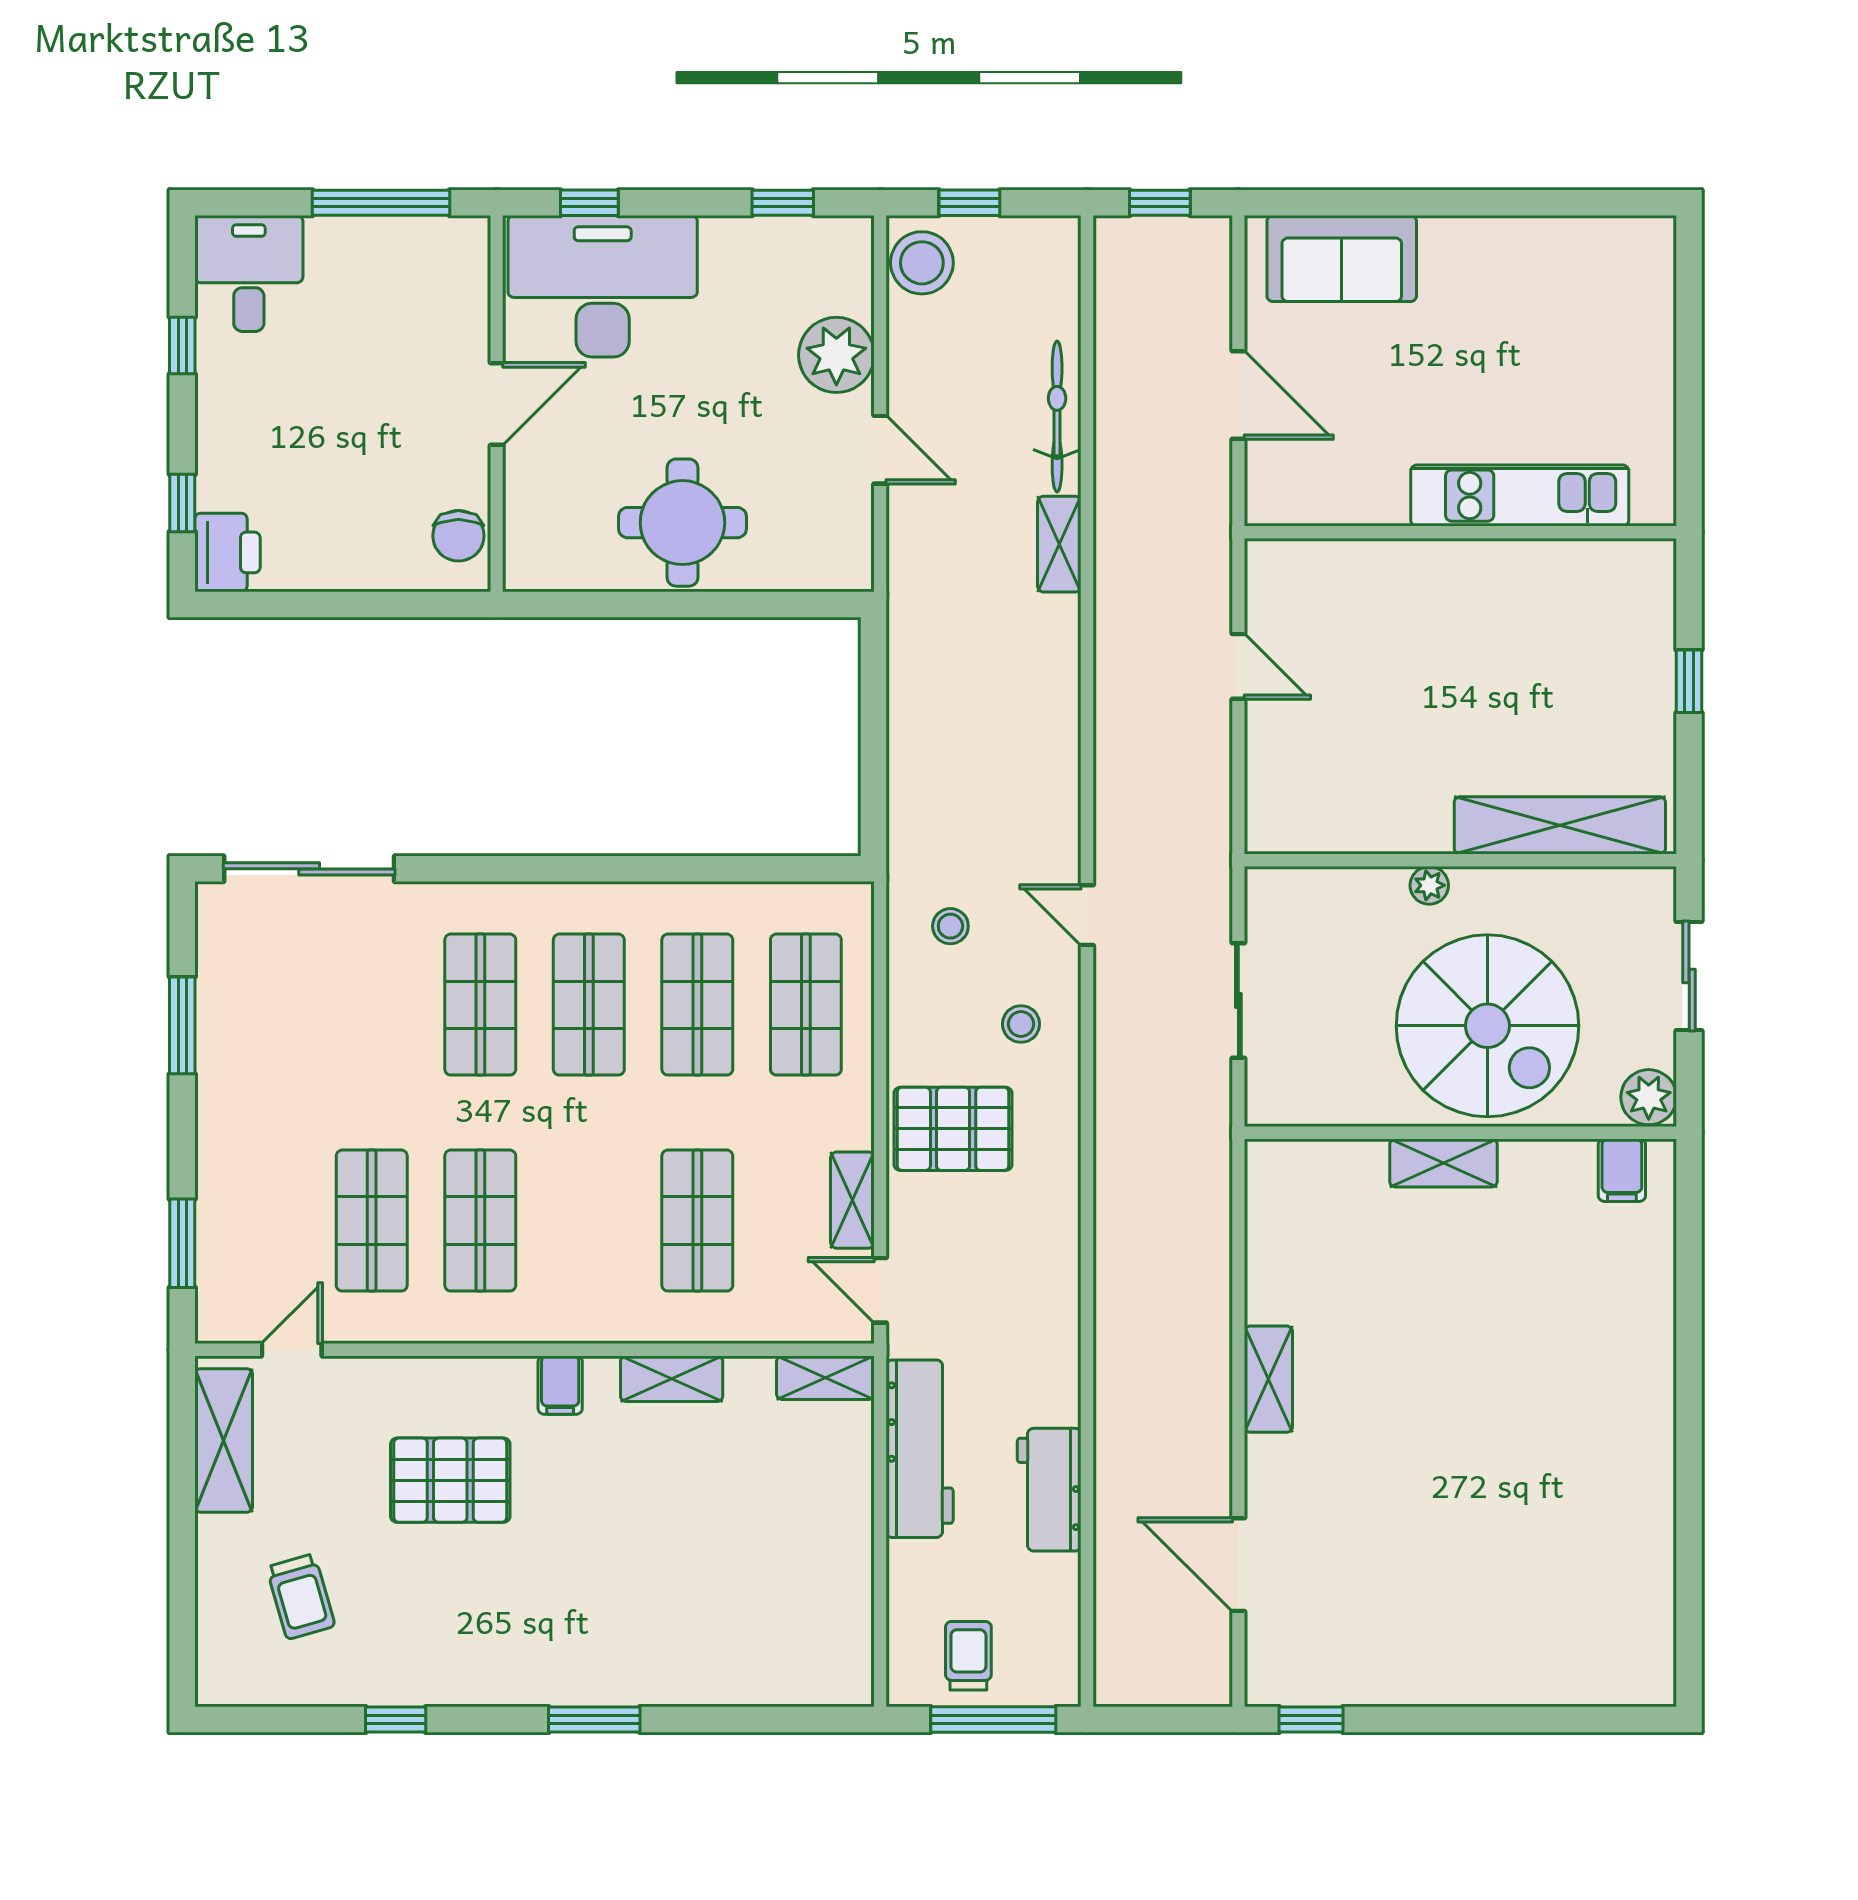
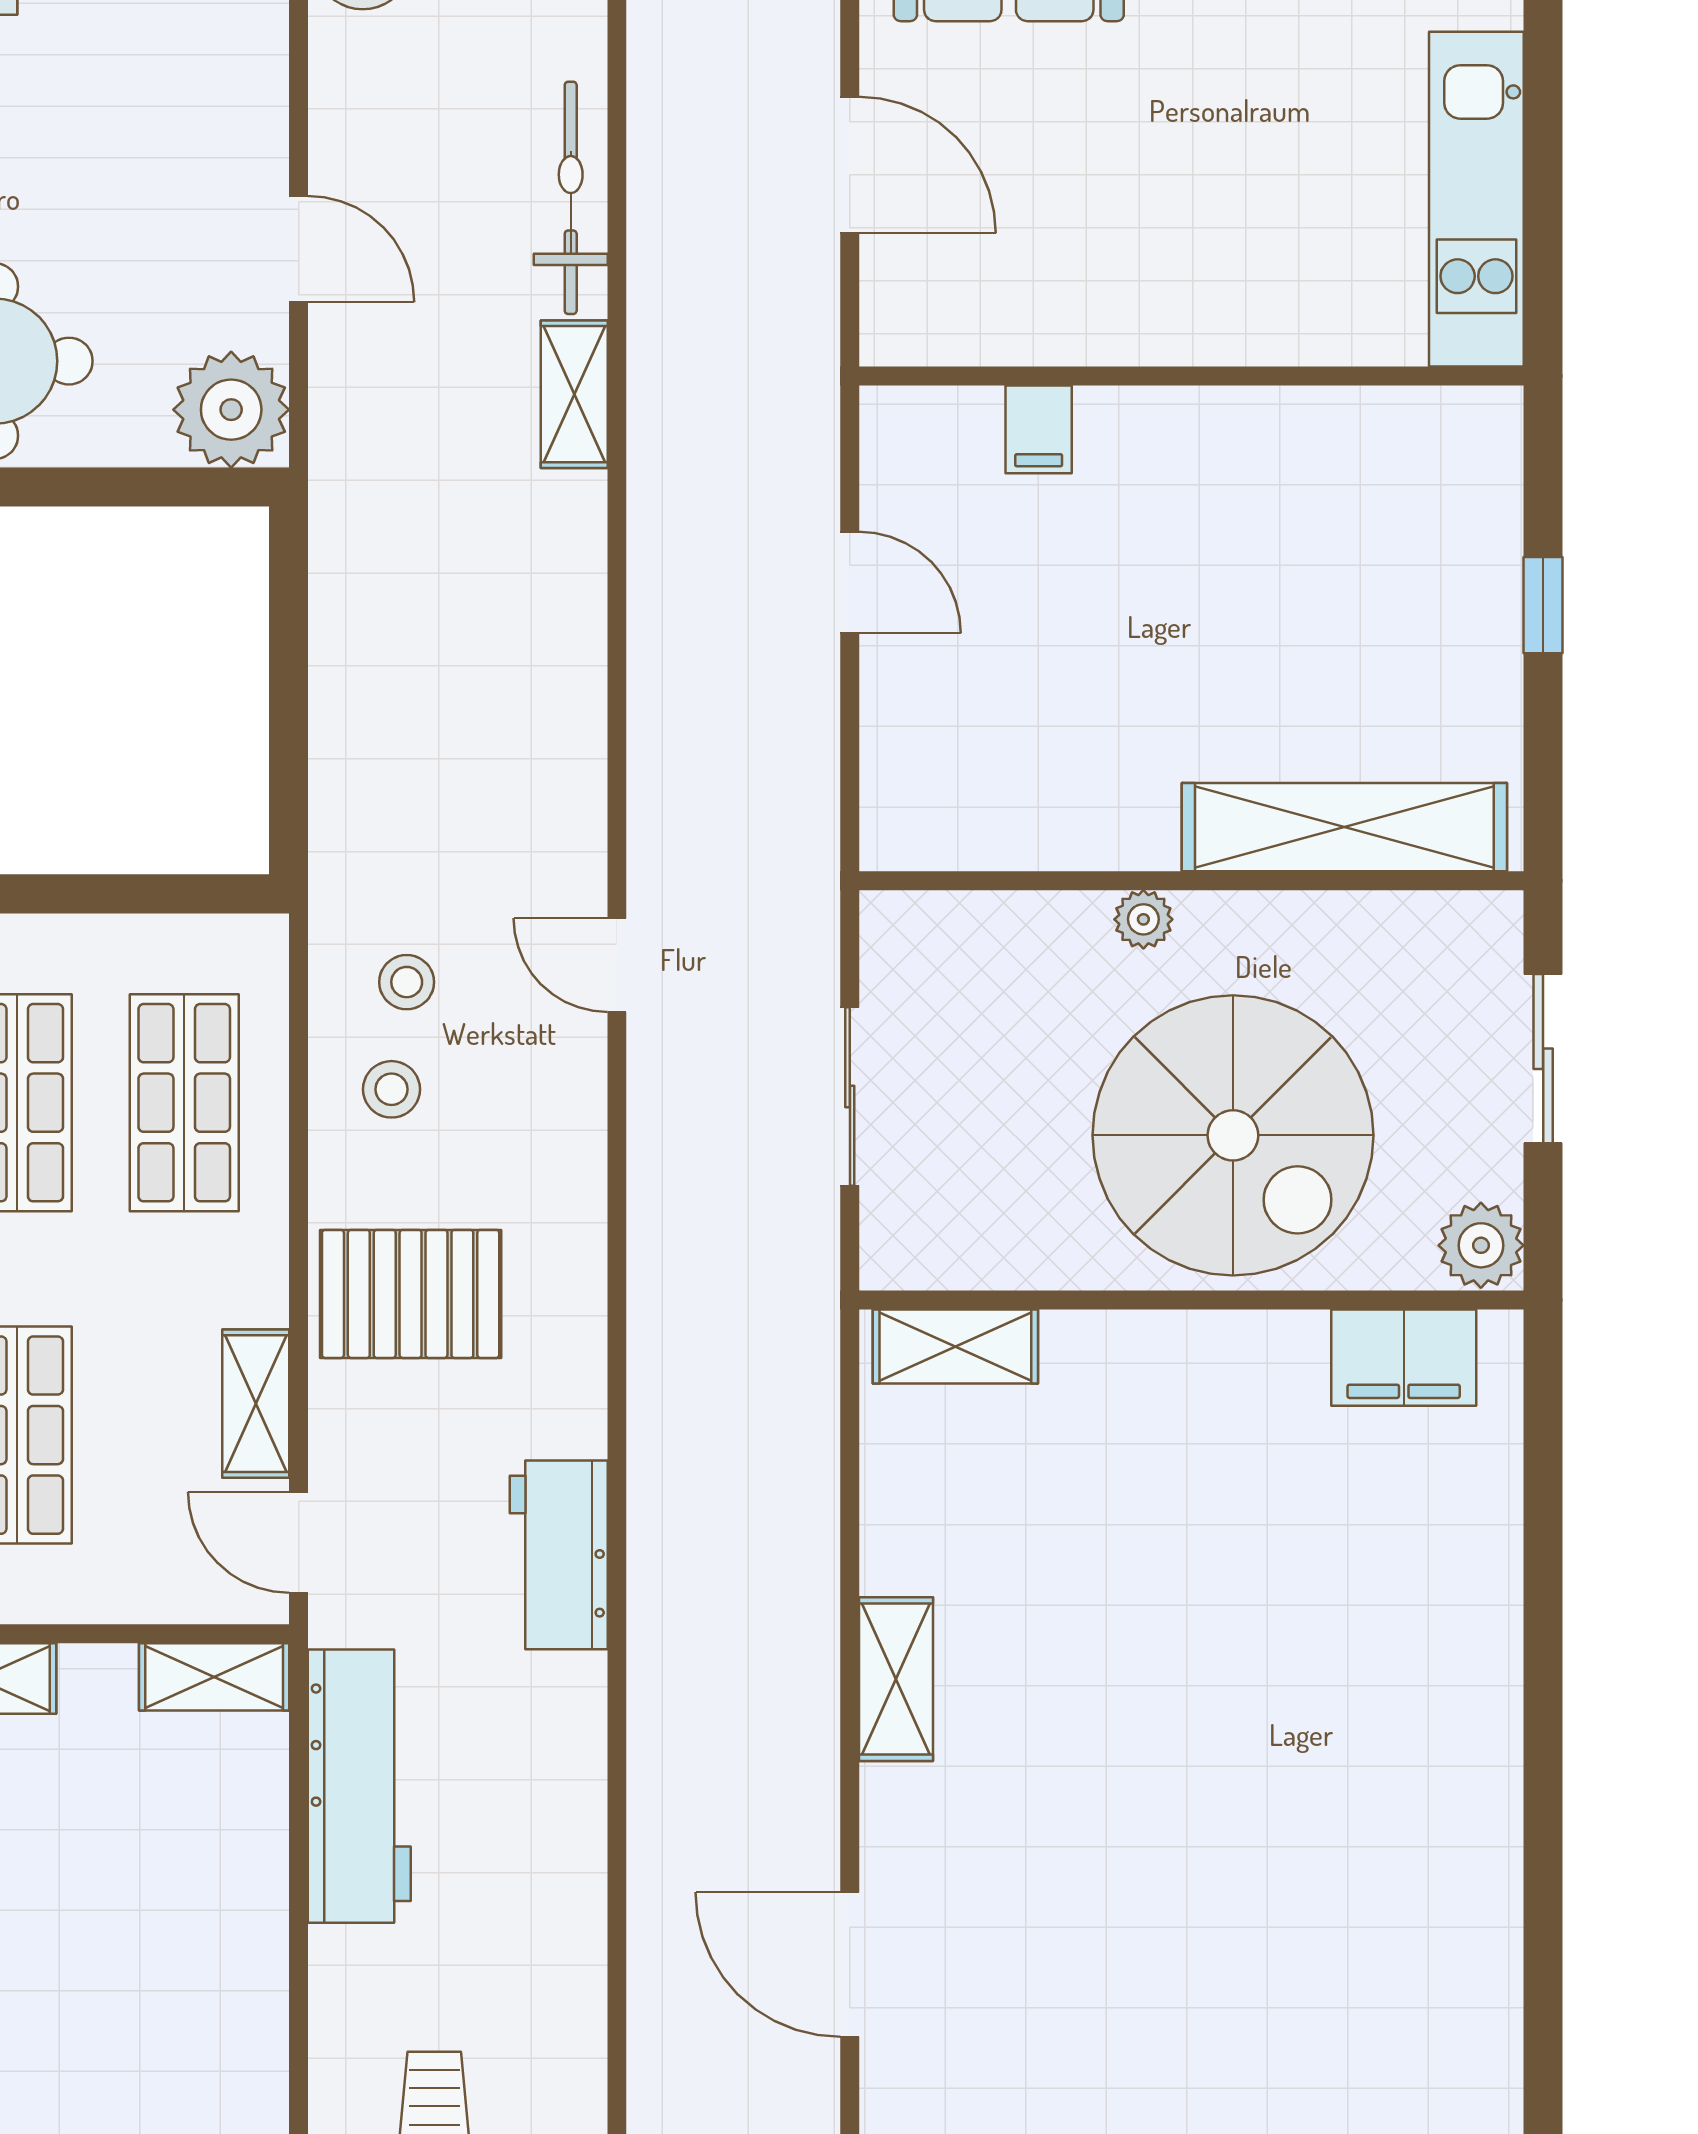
plant: (836, 355) -> (231, 410), moved
kitchen unit: (1520, 496) -> (1476, 199), moved, turned -90
filing cabinet: (1361, 567) -> (1039, 429), added
stool: (1021, 1024) -> (391, 1089), moved
shelving: (1443, 1163) -> (955, 1346), moved
filing cabinet: (1622, 1170) -> (1404, 1358), width x2.00
workbench: (1049, 1490) -> (559, 1555), moved

